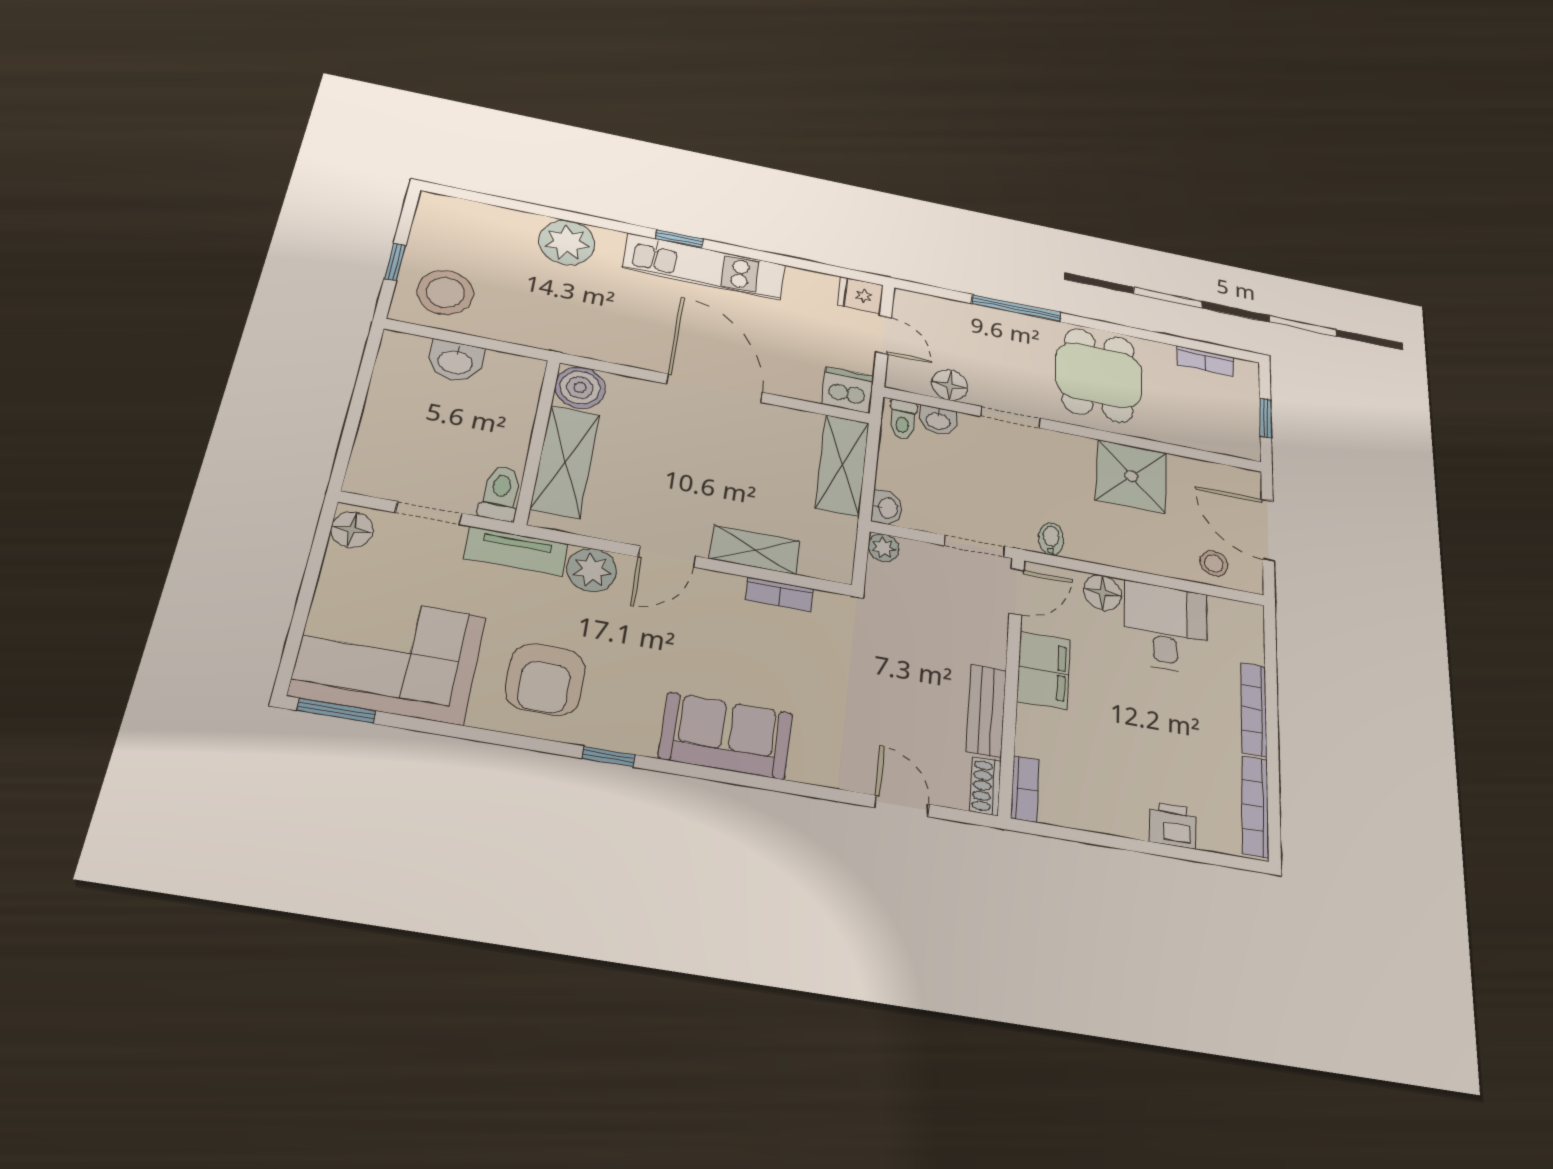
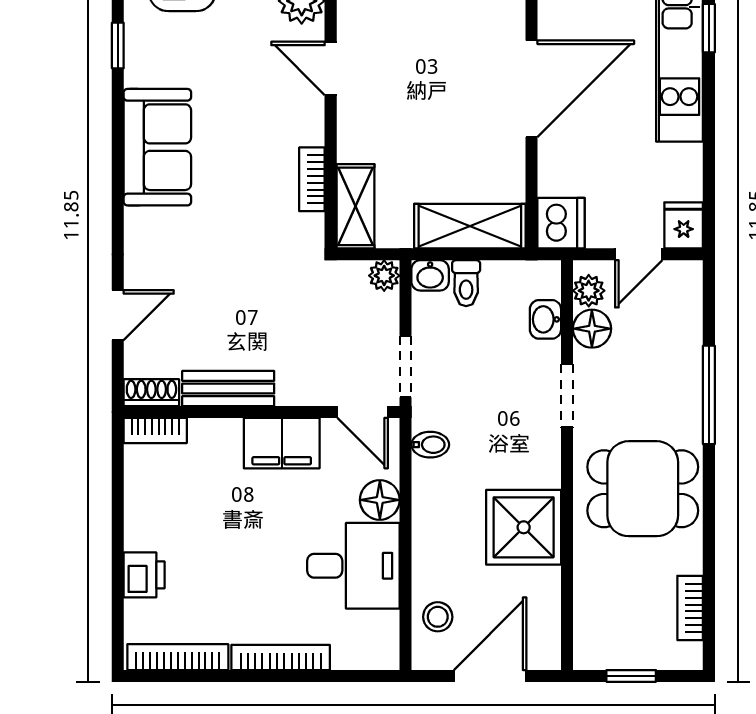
plant: (914, 381) -> (589, 291), added
toilet: (903, 420) -> (466, 283), moved, turned -90
shelving: (755, 550) -> (355, 206), moved

